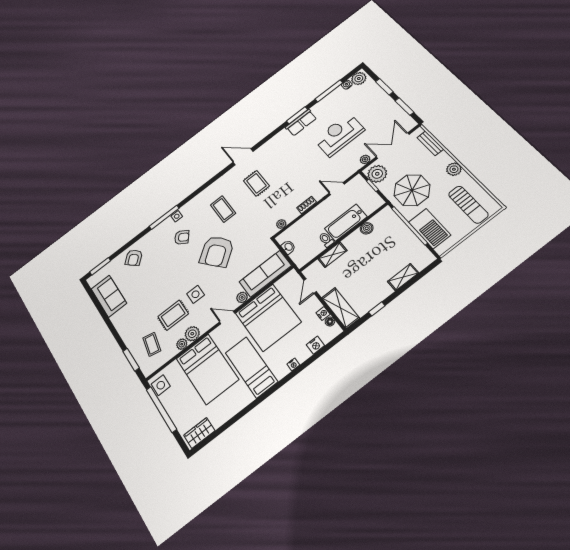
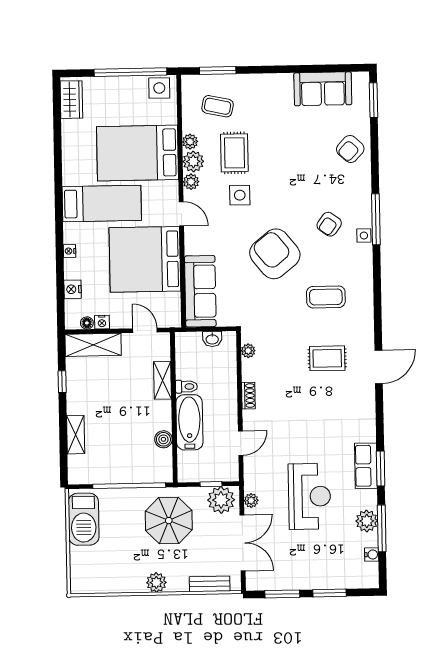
plant: (359, 79) -> (367, 521), moved
sun lounger: (468, 205) -> (102, 563), removed
barbecue: (430, 229) -> (84, 519), moved, turned -90
armchair: (134, 258) -> (350, 149), turned -92
plant: (242, 297) -> (191, 182), moved
door: (227, 317) -> (181, 214), hinge flipped

